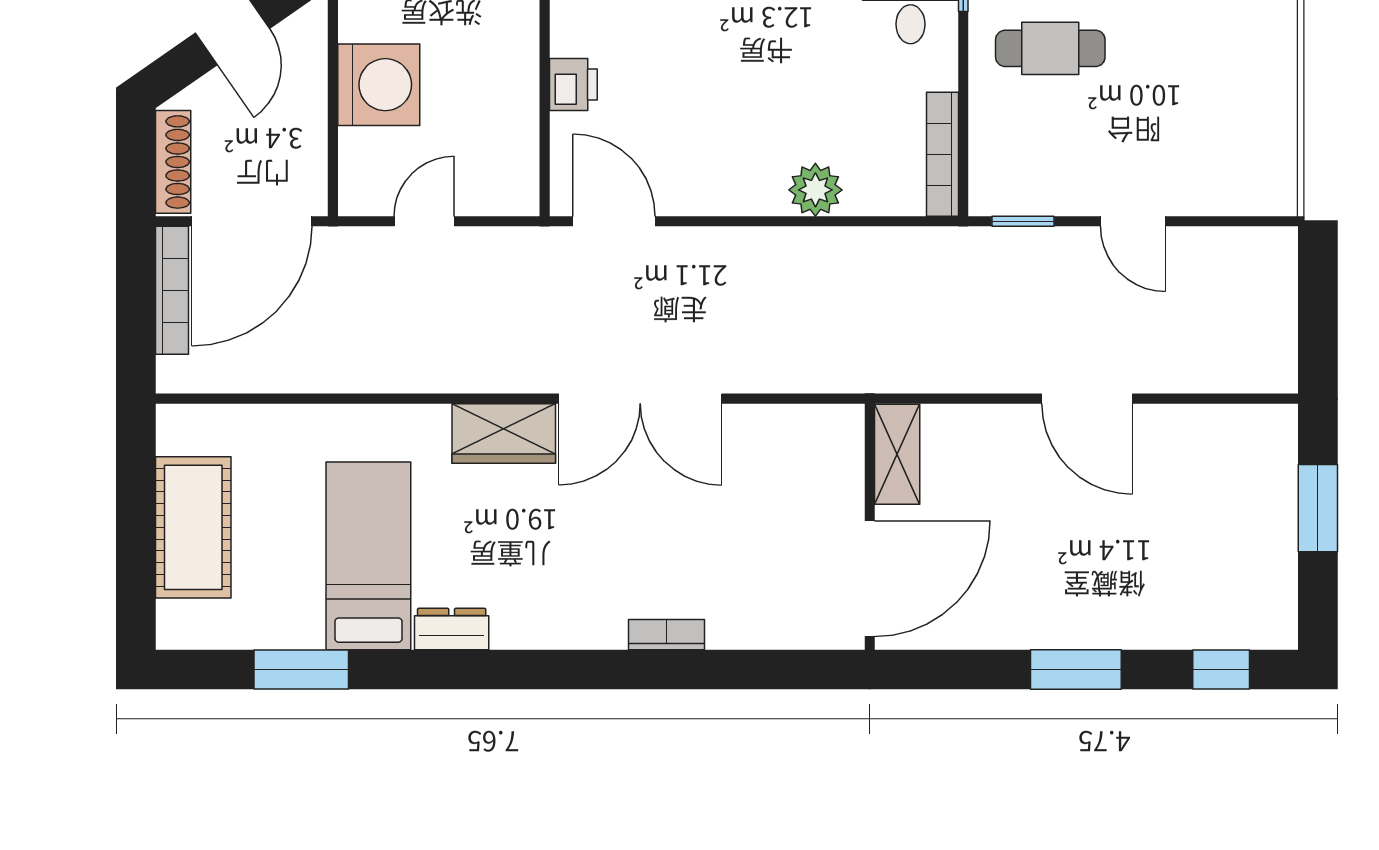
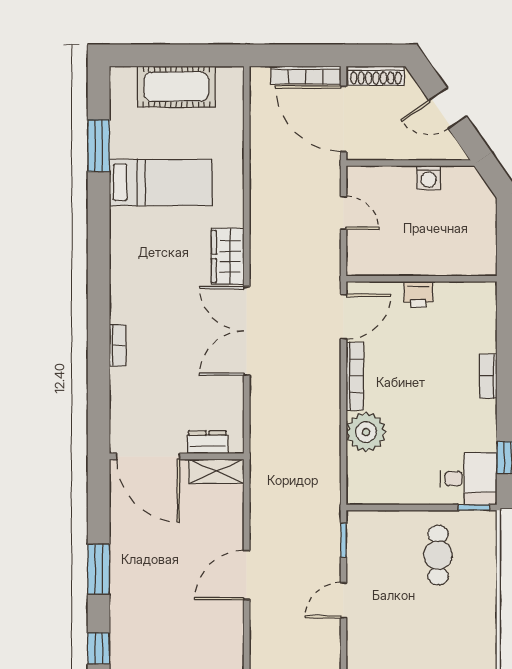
washing machine: (379, 85) -> (429, 178), width x0.53, depth x0.53
bookcase: (942, 154) -> (355, 376), moved, turned 90
plant: (815, 190) -> (366, 432), width x1.36, depth x1.36
dresser: (452, 629) -> (208, 442), moved, turned -90

